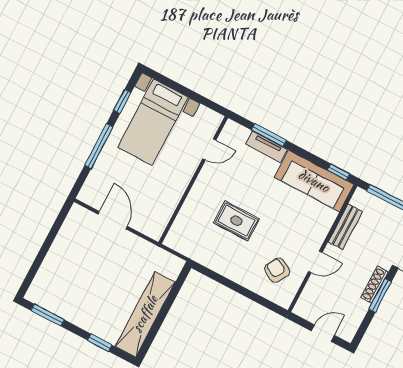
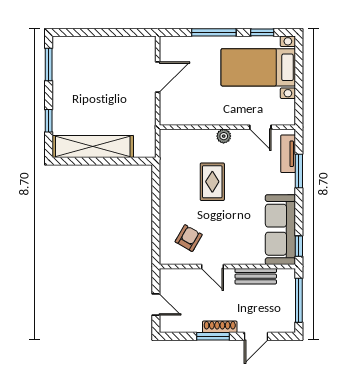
tv unit: (267, 147) -> (288, 154), moved
plant: (200, 188) -> (224, 136), added

